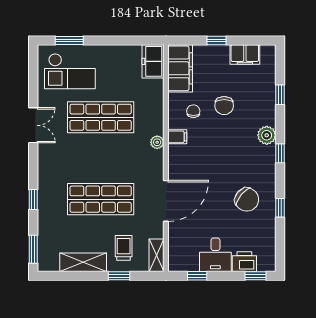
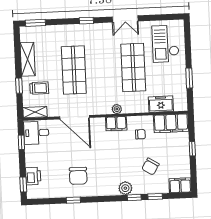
window: (69, 41) -> (189, 78), moved
filing cabinet: (245, 55) -> (180, 185), moved, turned 90
freezer: (153, 61) -> (161, 104), moved
chair: (224, 106) -> (150, 167), moved, turned -58
filing cabinet: (177, 137) -> (116, 124), width x2.00
window: (280, 153) -> (134, 197), moved
window: (33, 199) -> (86, 21), moved
chair: (247, 200) -> (78, 176), turned -40
desk: (215, 255) -> (36, 133), moved

